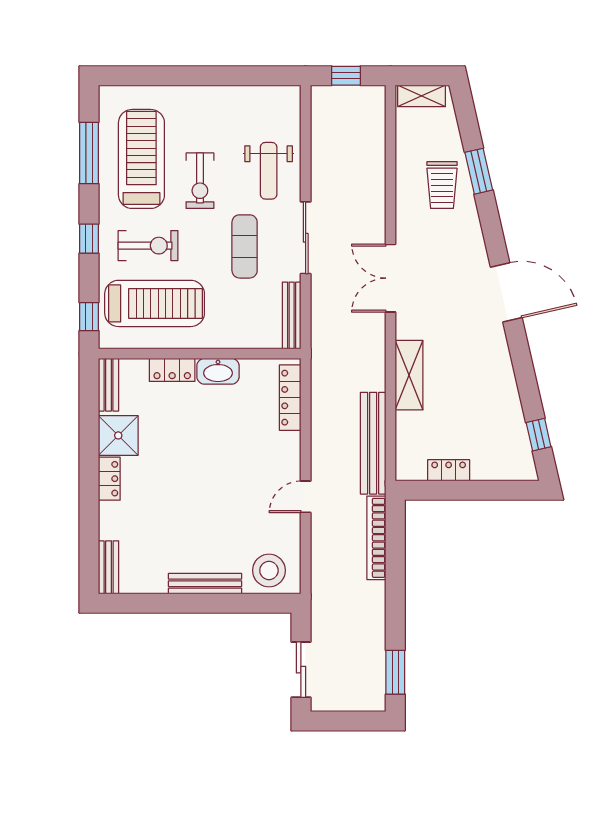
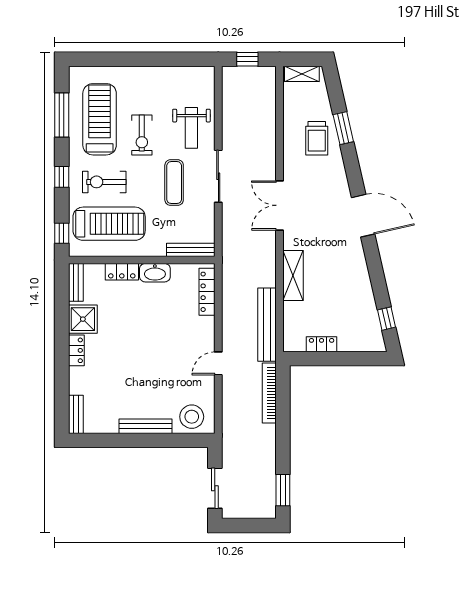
exercise bike: (148, 246) -> (104, 182), turned 180
bench: (292, 316) -> (191, 250), moved, turned 90

